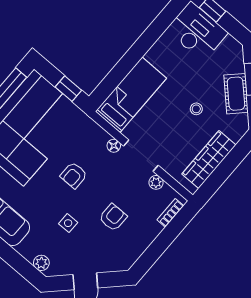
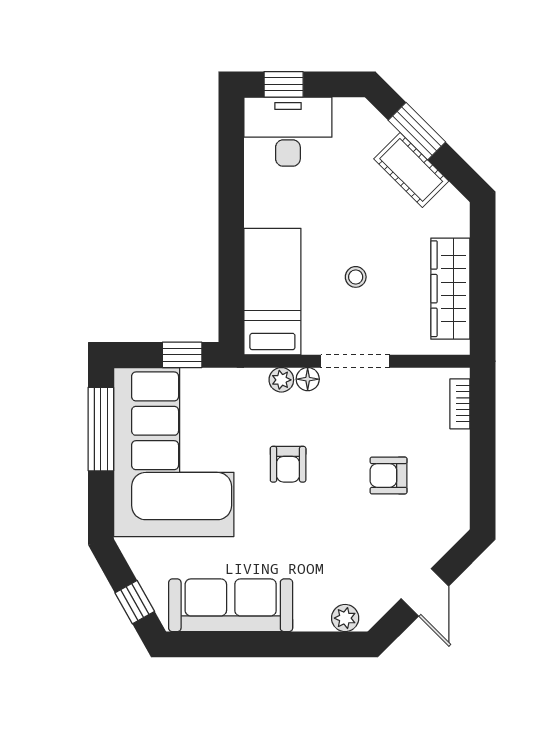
stool: (196, 109) -> (356, 277), moved
plant: (156, 182) -> (281, 380), moved
armchair: (113, 217) -> (389, 475), turned -90
side table: (68, 223) -> (335, 534), removed

